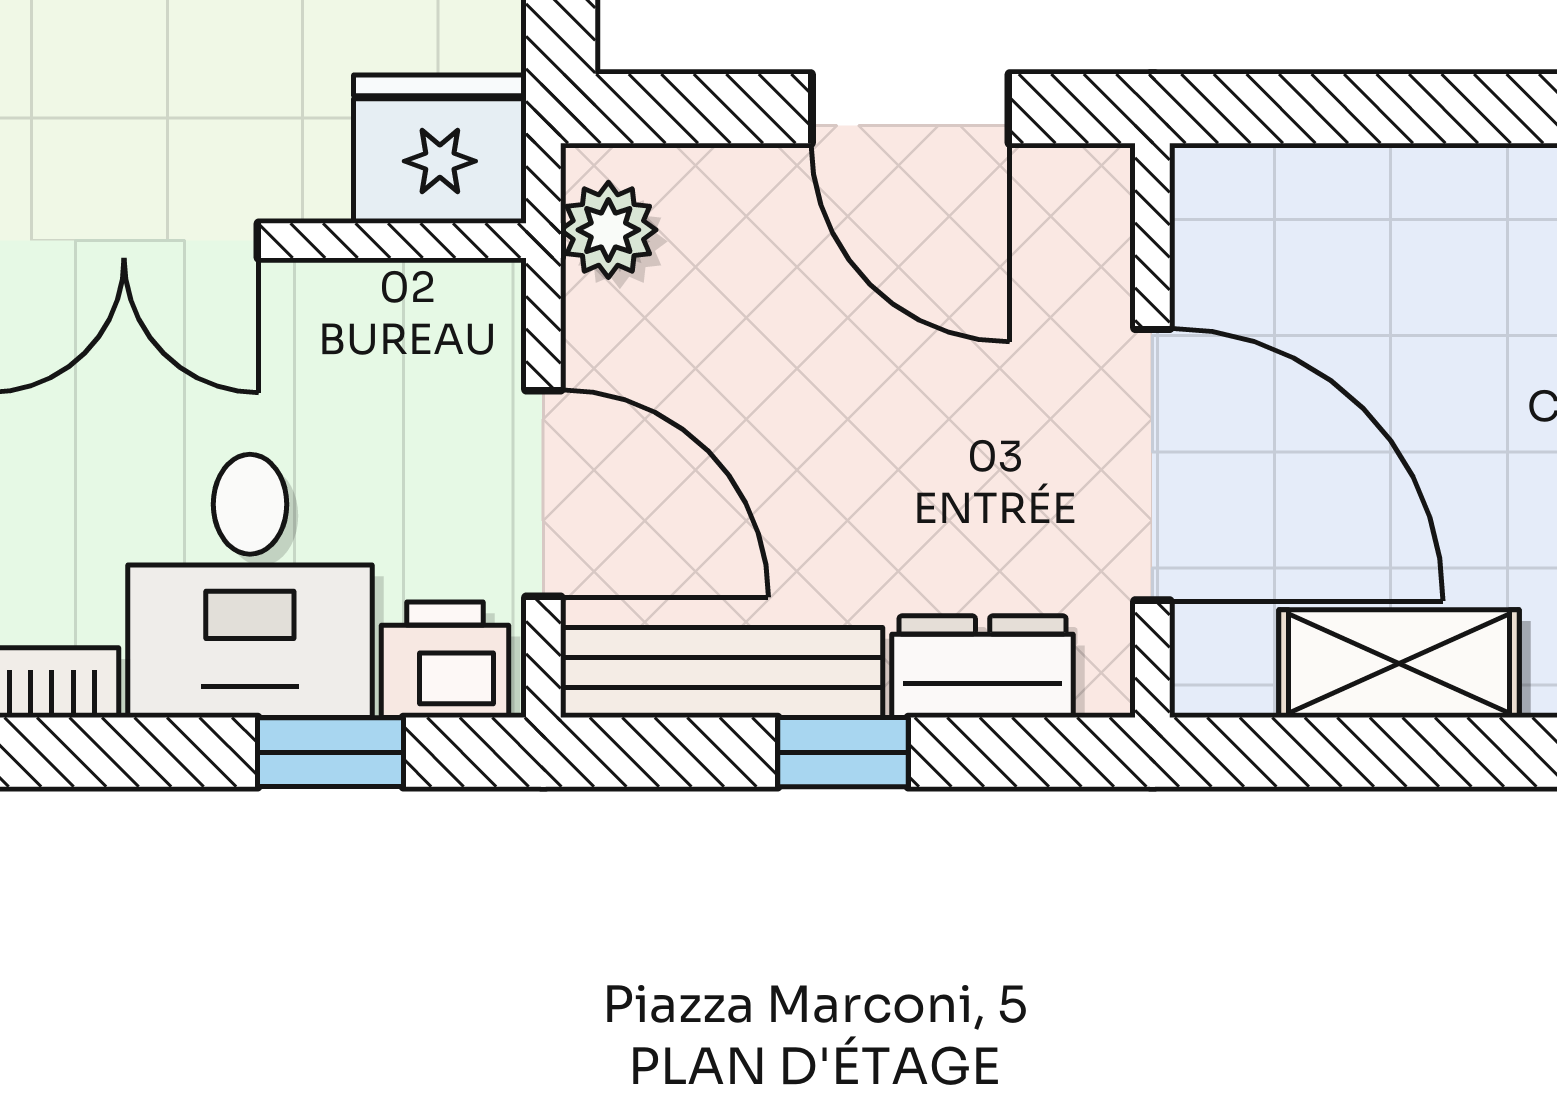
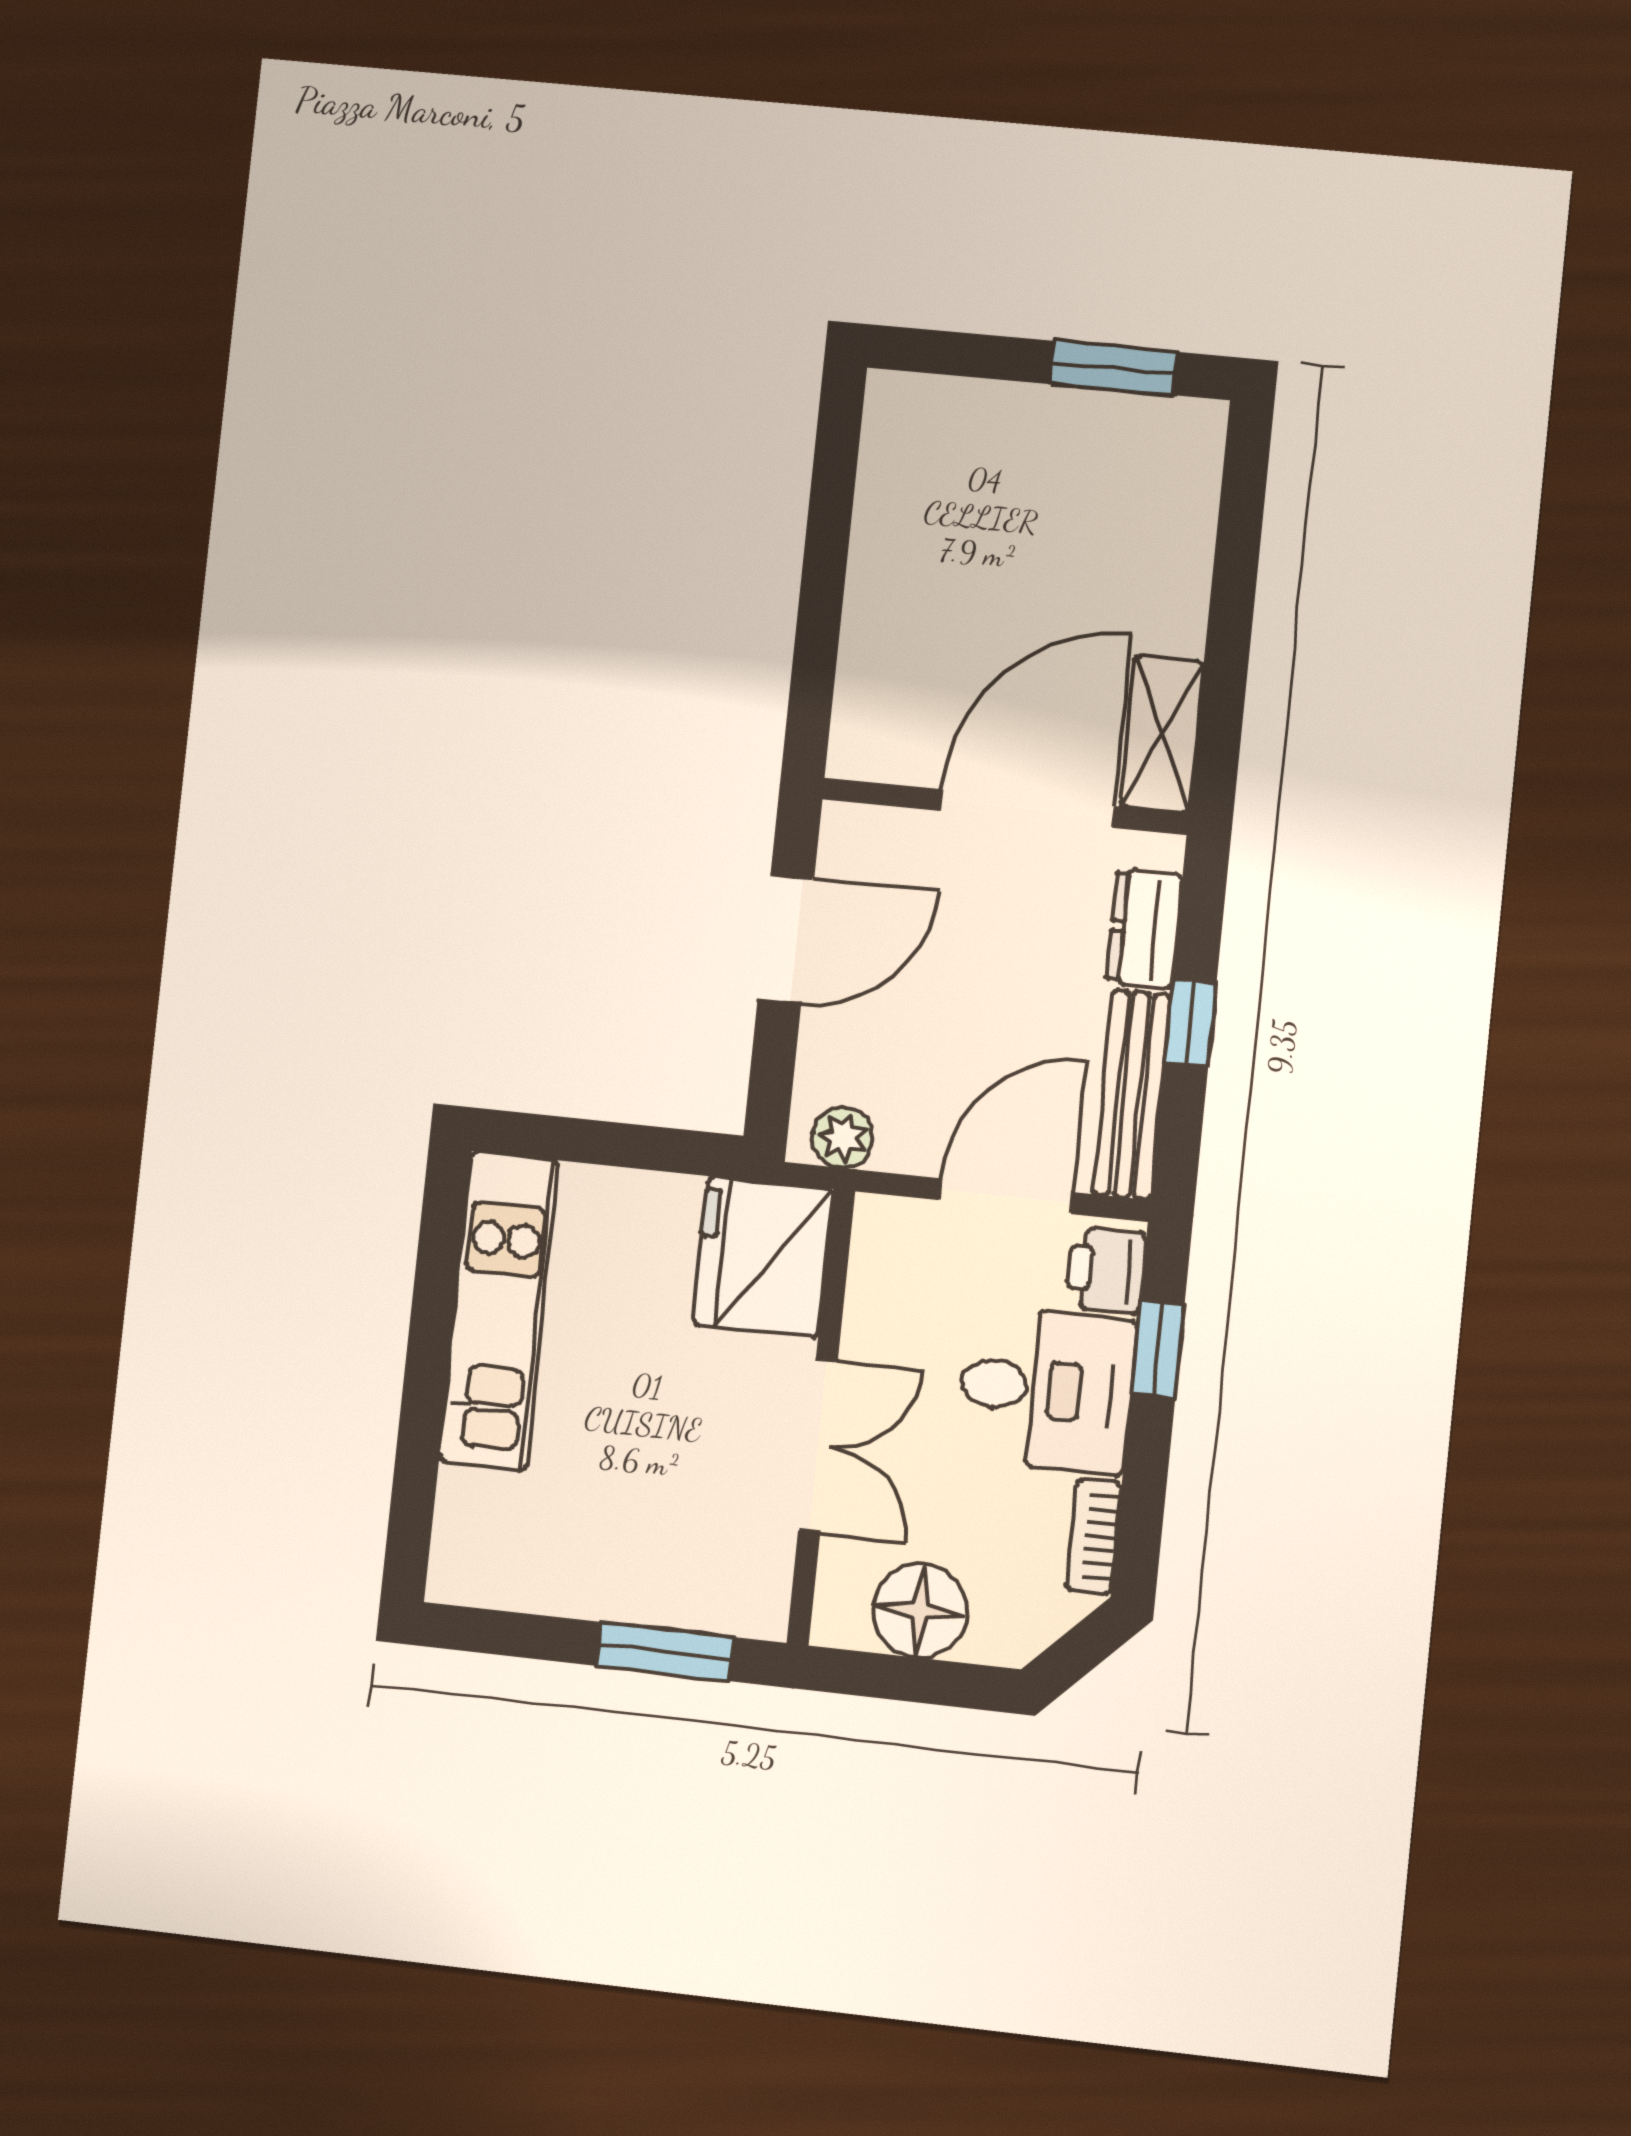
fridge: (440, 149) -> (763, 1257), width x1.36, depth x1.34
shelving: (1399, 664) -> (1162, 734), moved

